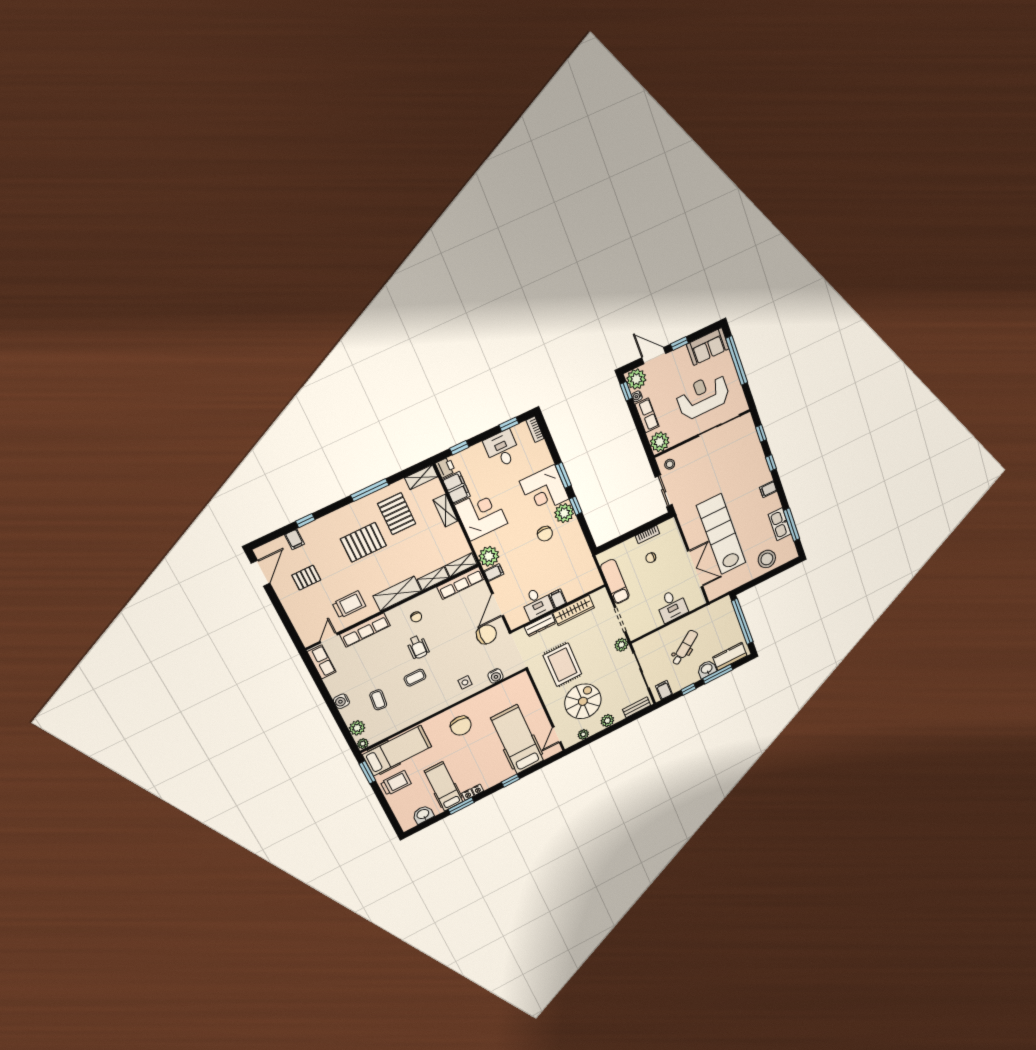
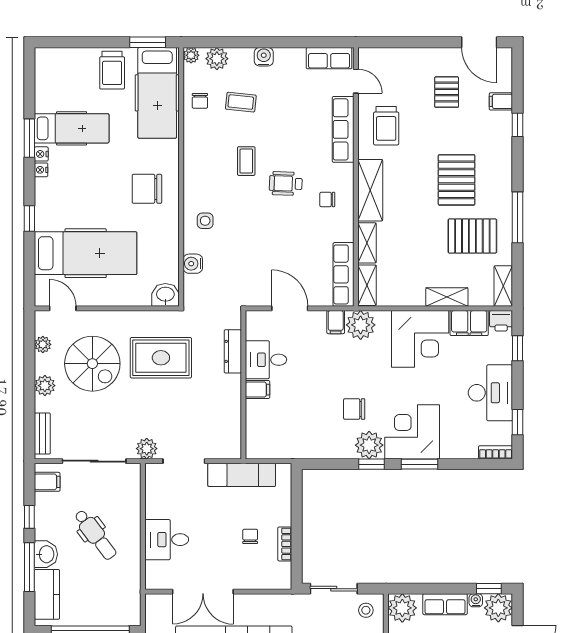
desk: (502, 449) -> (490, 393), width x1.37
wardrobe: (574, 610) -> (230, 404), removed
chair: (486, 634) -> (200, 101), moved, width x0.54, depth x0.54
washbasin: (423, 814) -> (165, 295), moved, turned -90

